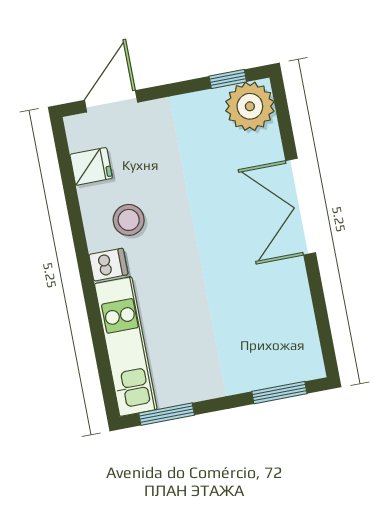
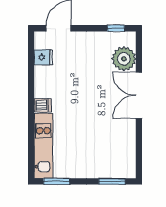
plant: (250, 106) -> (124, 59), moved
stool: (129, 220) -> (56, 86), removed

